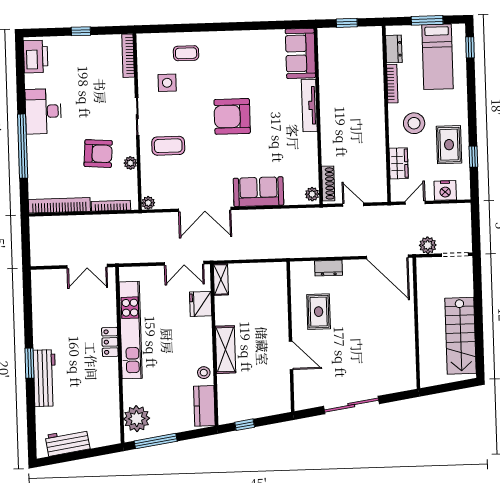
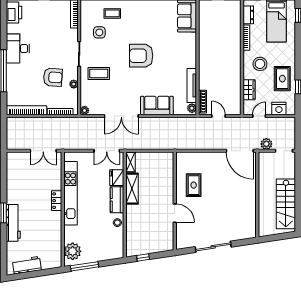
tv unit: (309, 105) -> (192, 86), moved
dresser: (329, 268) -> (201, 157), removed
shelving: (225, 350) -> (132, 189), moved
kitchen counter: (204, 406) -> (117, 200), moved

